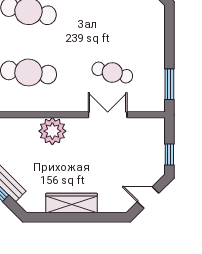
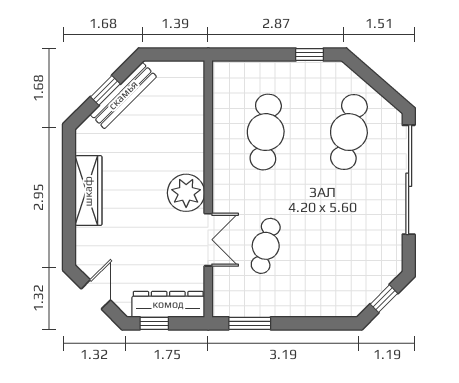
plant: (52, 131) -> (186, 193), moved
dresser: (155, 144) -> (168, 304), added

